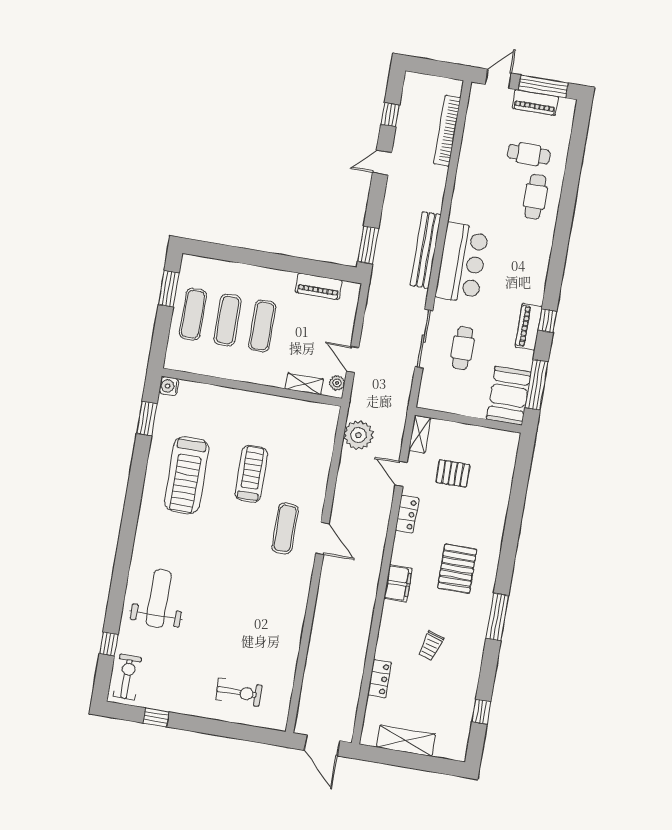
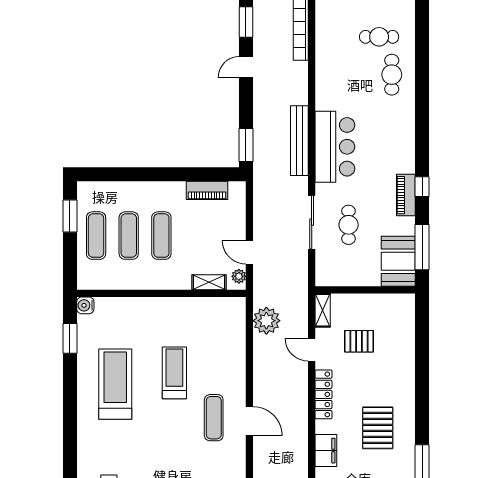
window: (390, 115) -> (246, 22), width x1.50
treadmill: (187, 475) -> (115, 384), turned 180
locker: (407, 514) -> (323, 394), width x1.53

